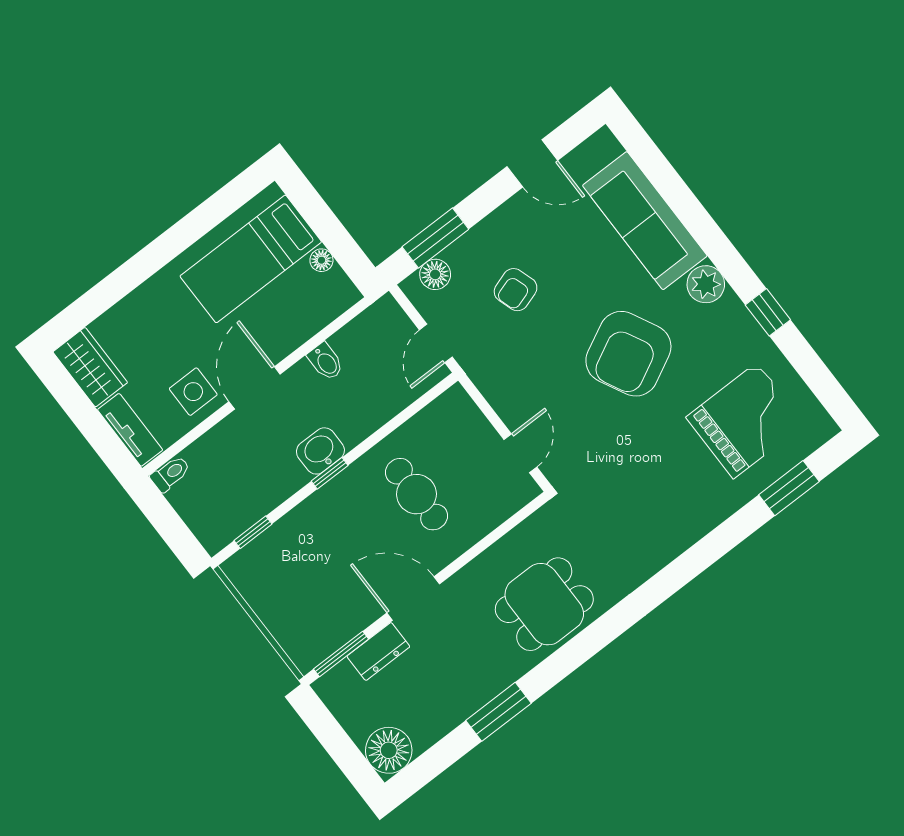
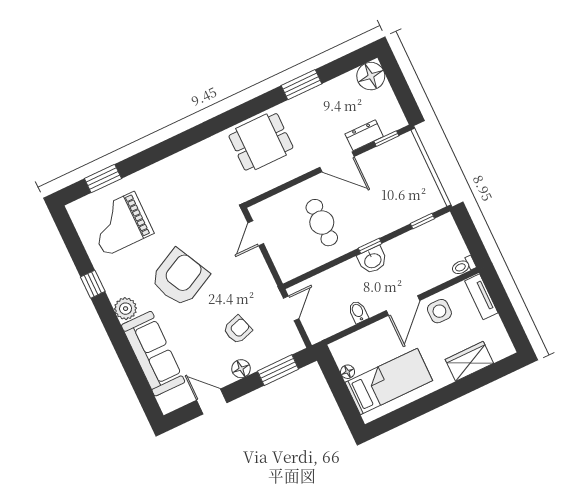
floor lamp: (435, 274) -> (241, 369), moved
wardrobe: (90, 367) -> (469, 361), moved, turned 90
window: (341, 654) -> (386, 139), width x0.67

